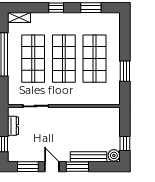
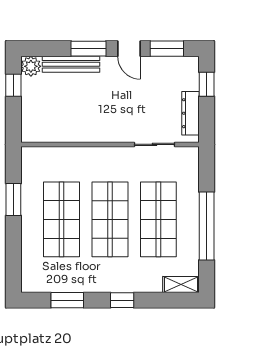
dresser: (13, 126) -> (190, 113), width x1.44

